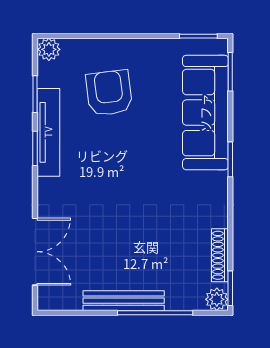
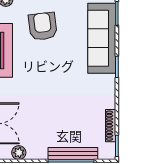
plant: (217, 299) -> (19, 153), moved
bench: (124, 301) -> (73, 153), moved

